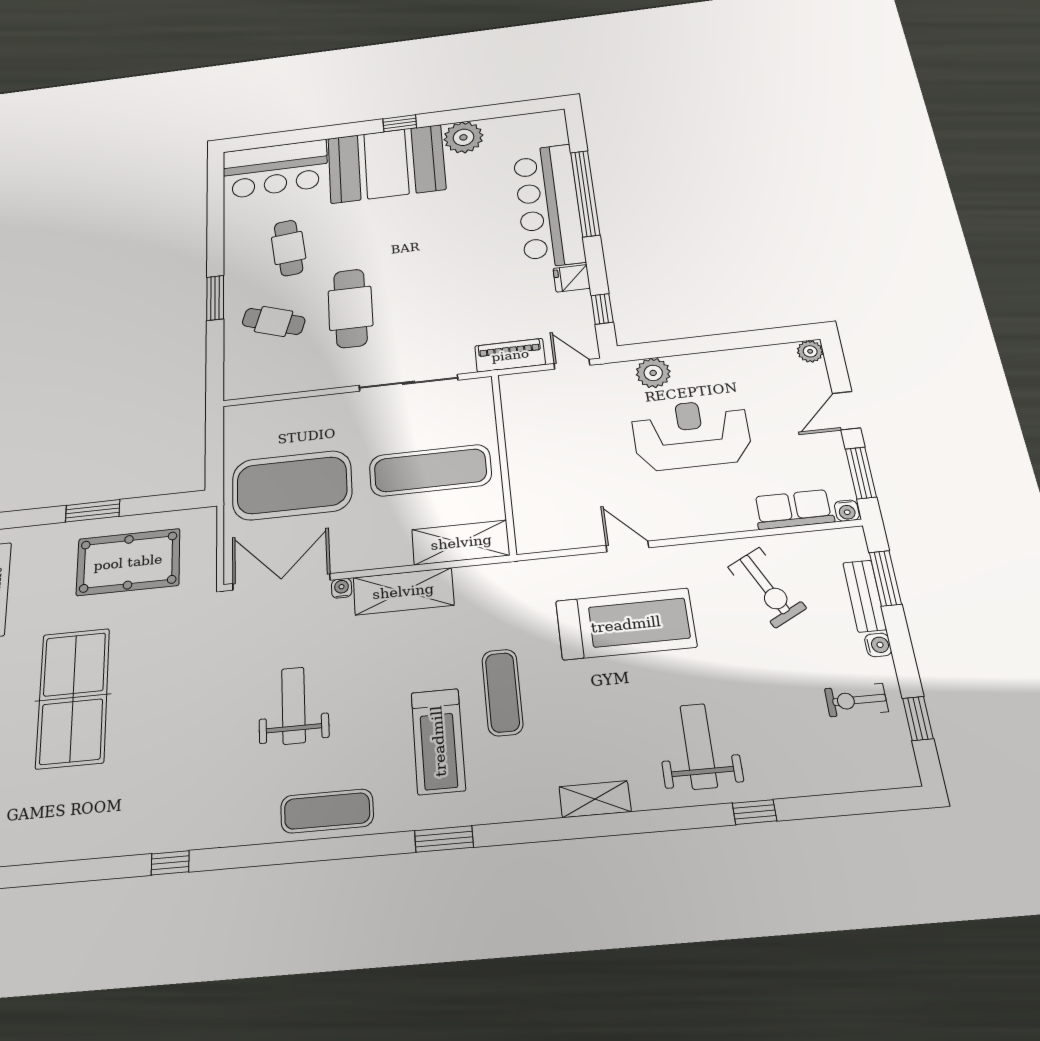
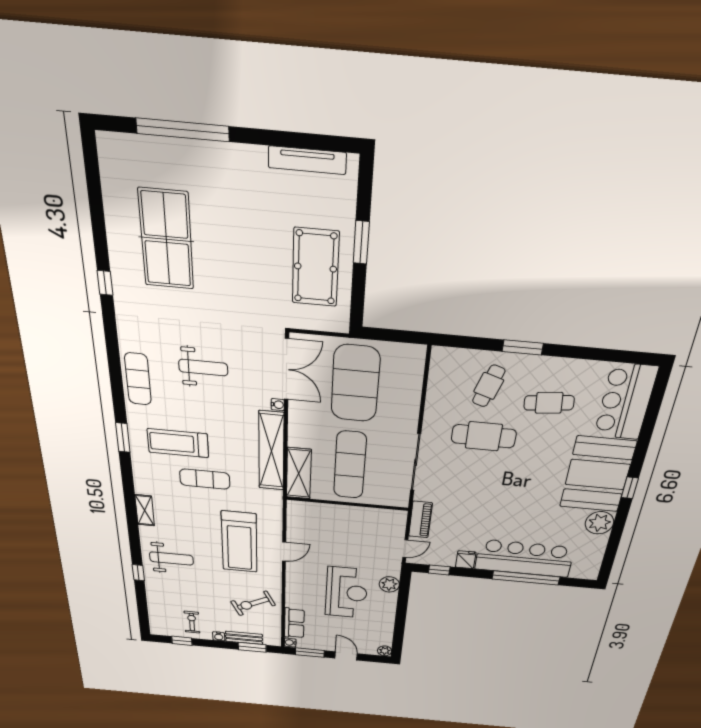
shelving: (403, 591) -> (271, 451), width x1.47
table tennis table: (73, 698) -> (166, 239), moved, turned 90

